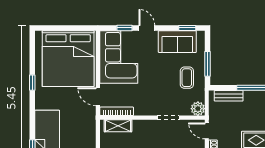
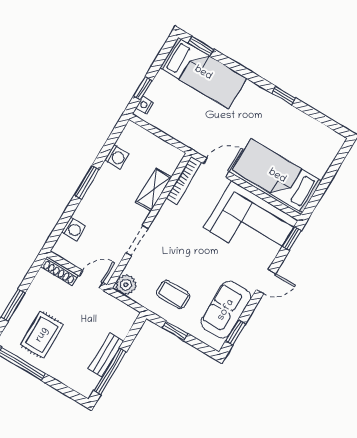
window: (125, 28) -> (292, 238), moved
bed: (68, 59) -> (277, 176), width x0.49
window: (207, 64) -> (175, 331), width x0.67
bench: (229, 96) -> (106, 355), moved
shelving: (118, 126) -> (154, 190), moved

